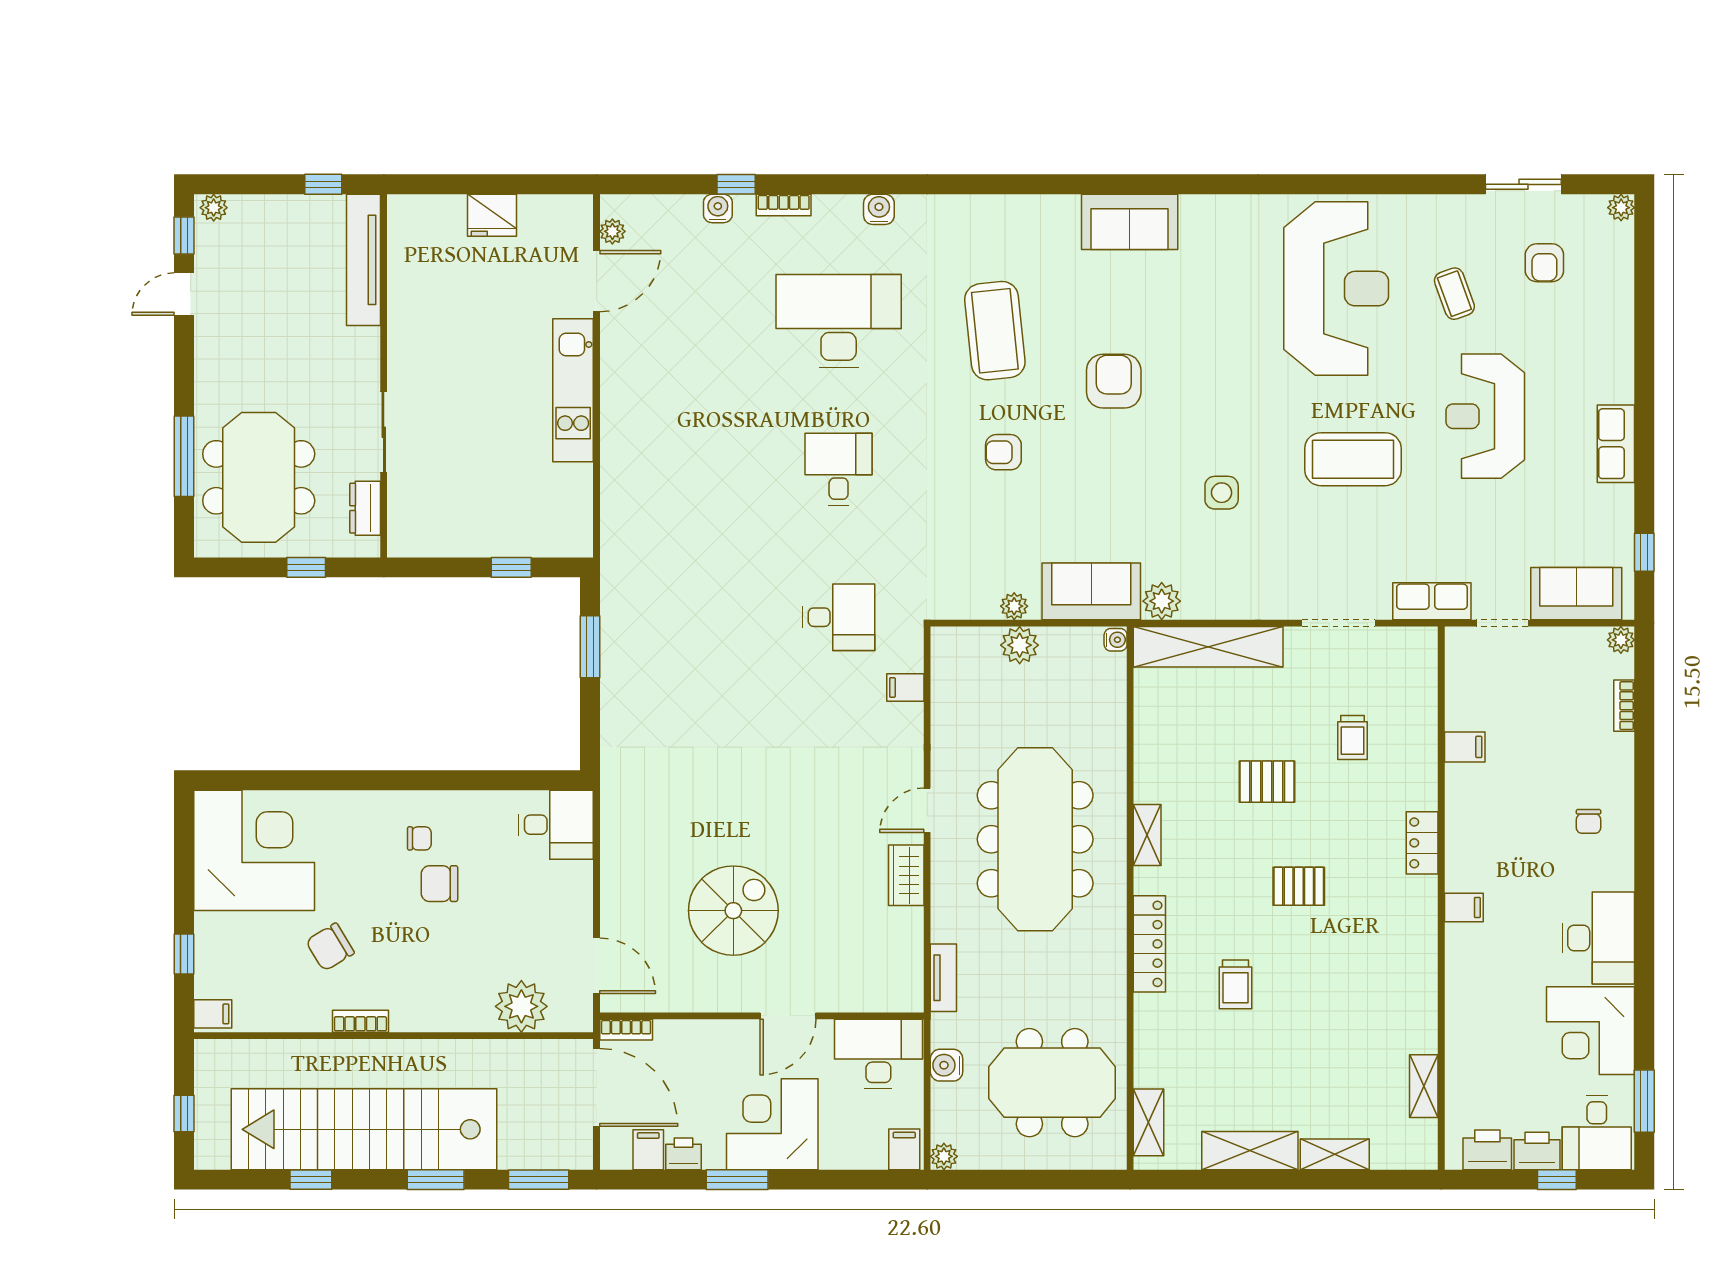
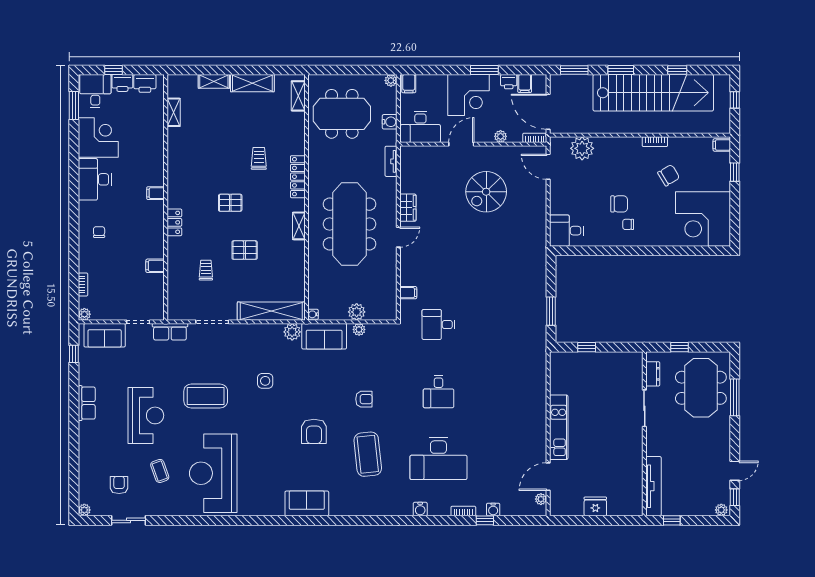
plant: (701, 1033) -> (501, 136), added

